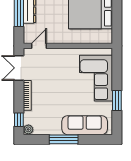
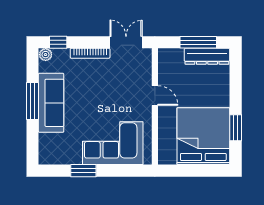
door: (39, 46) -> (155, 96), moved
sofa: (85, 125) -> (51, 103), moved

